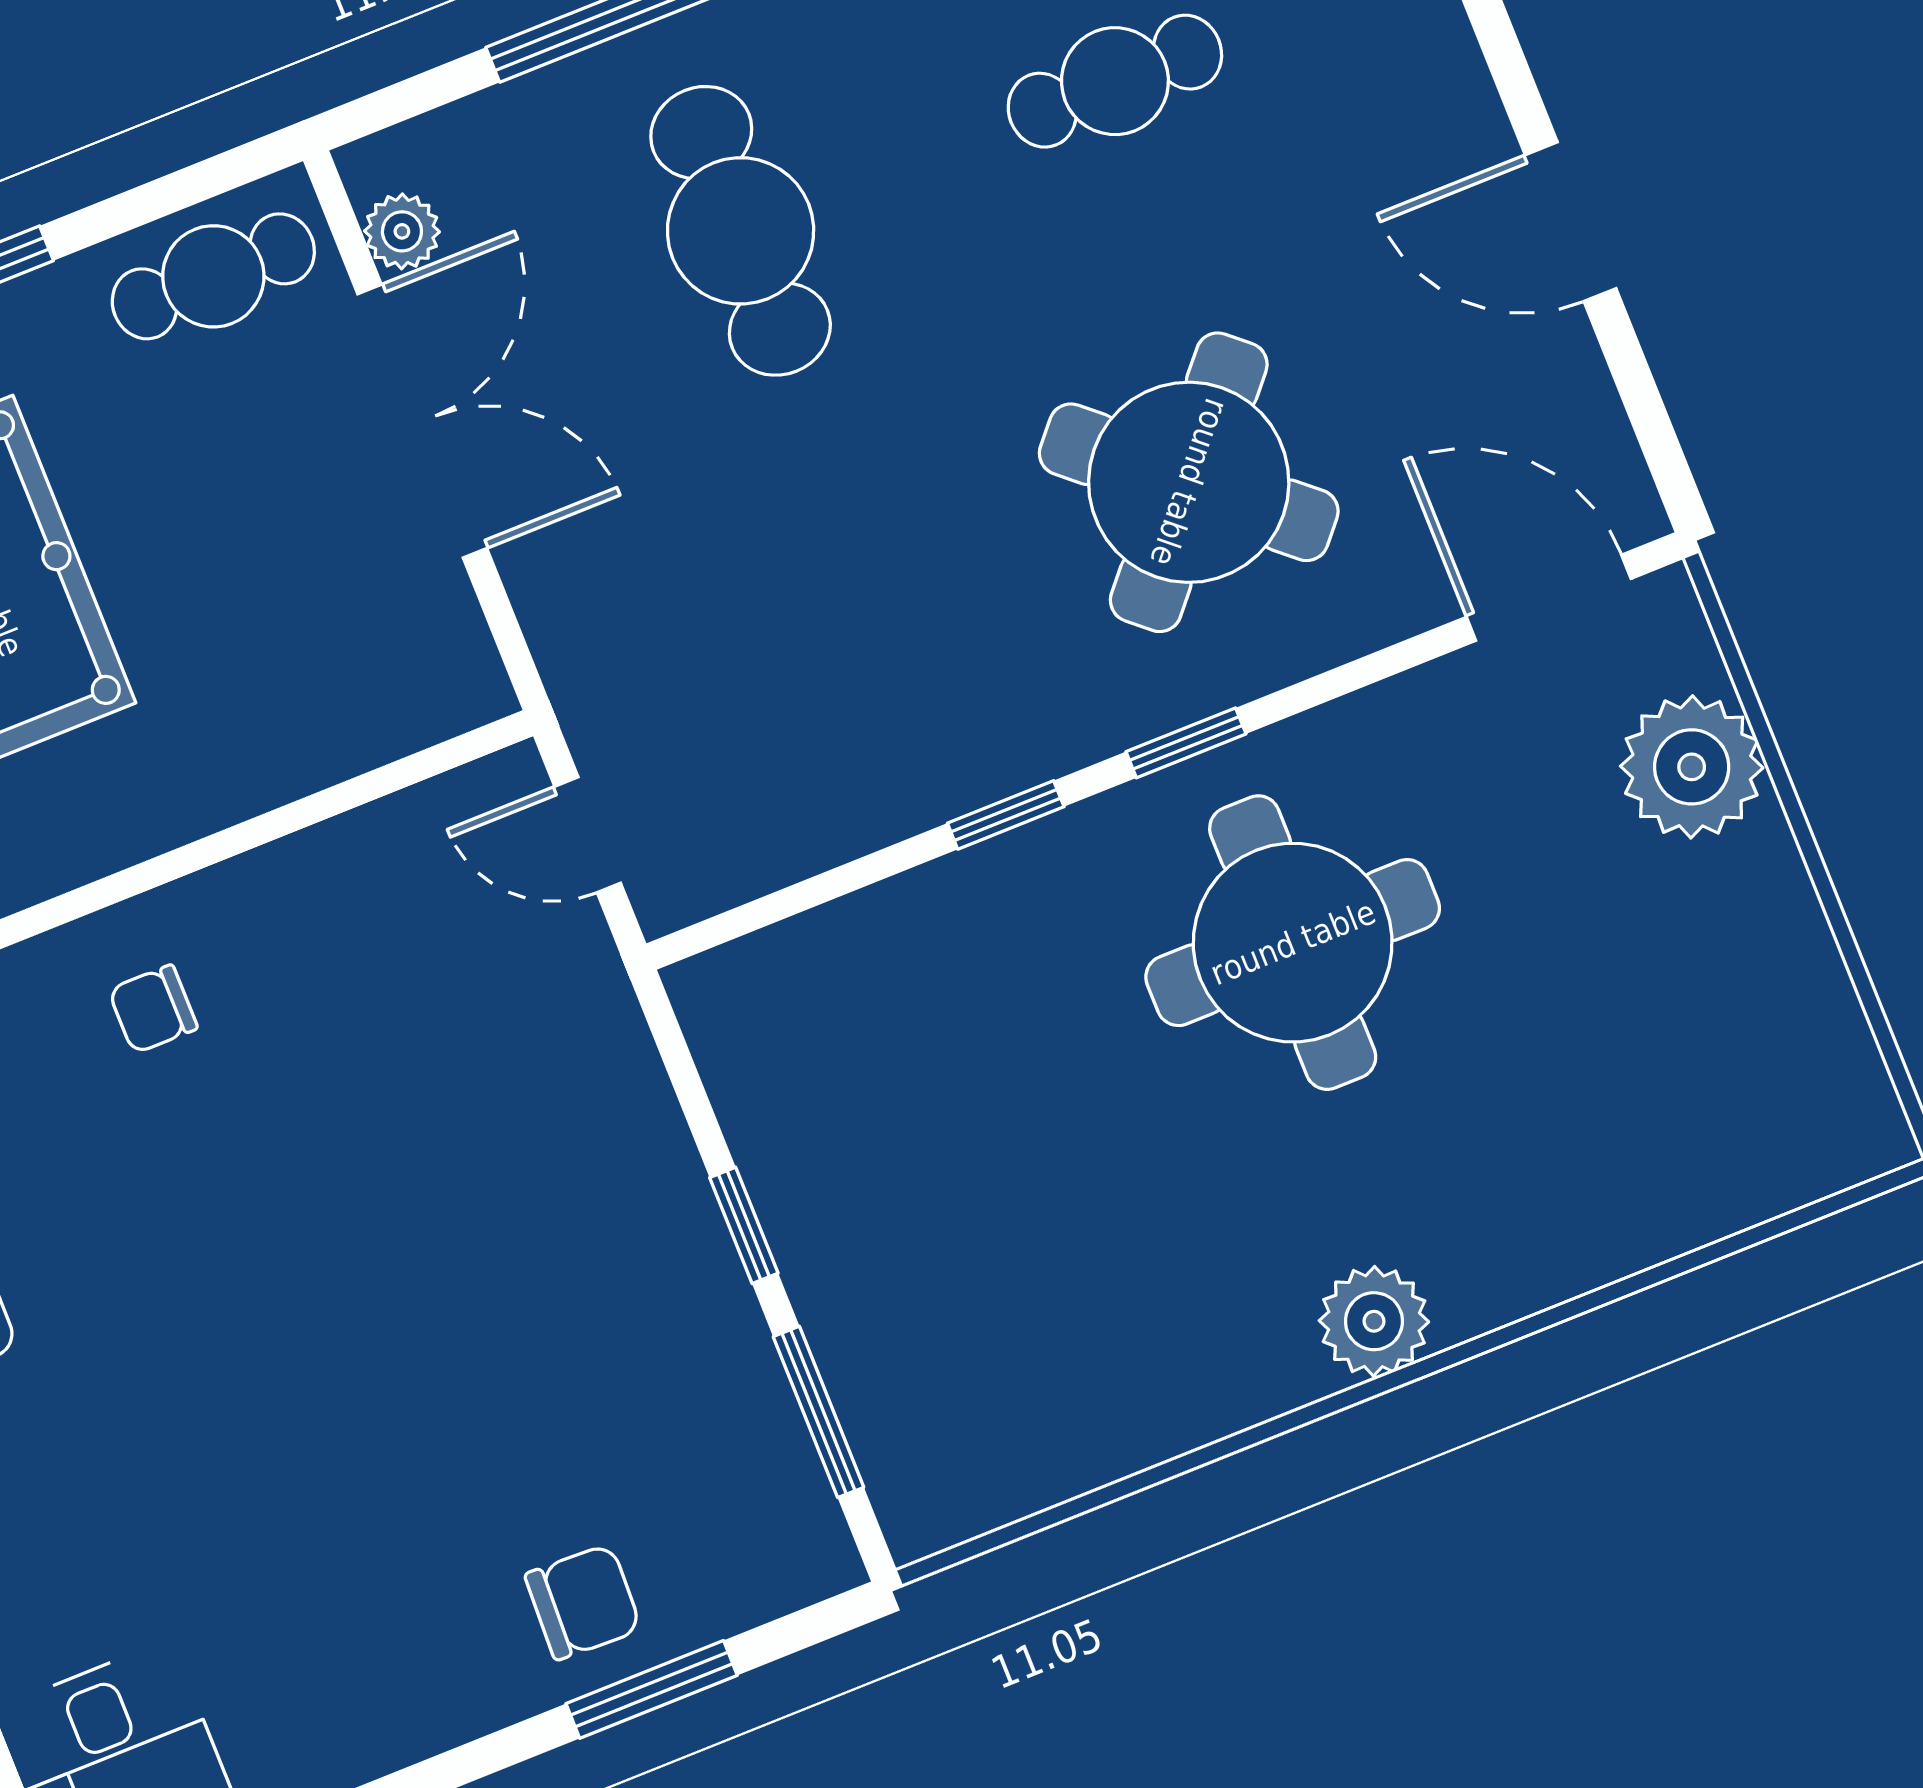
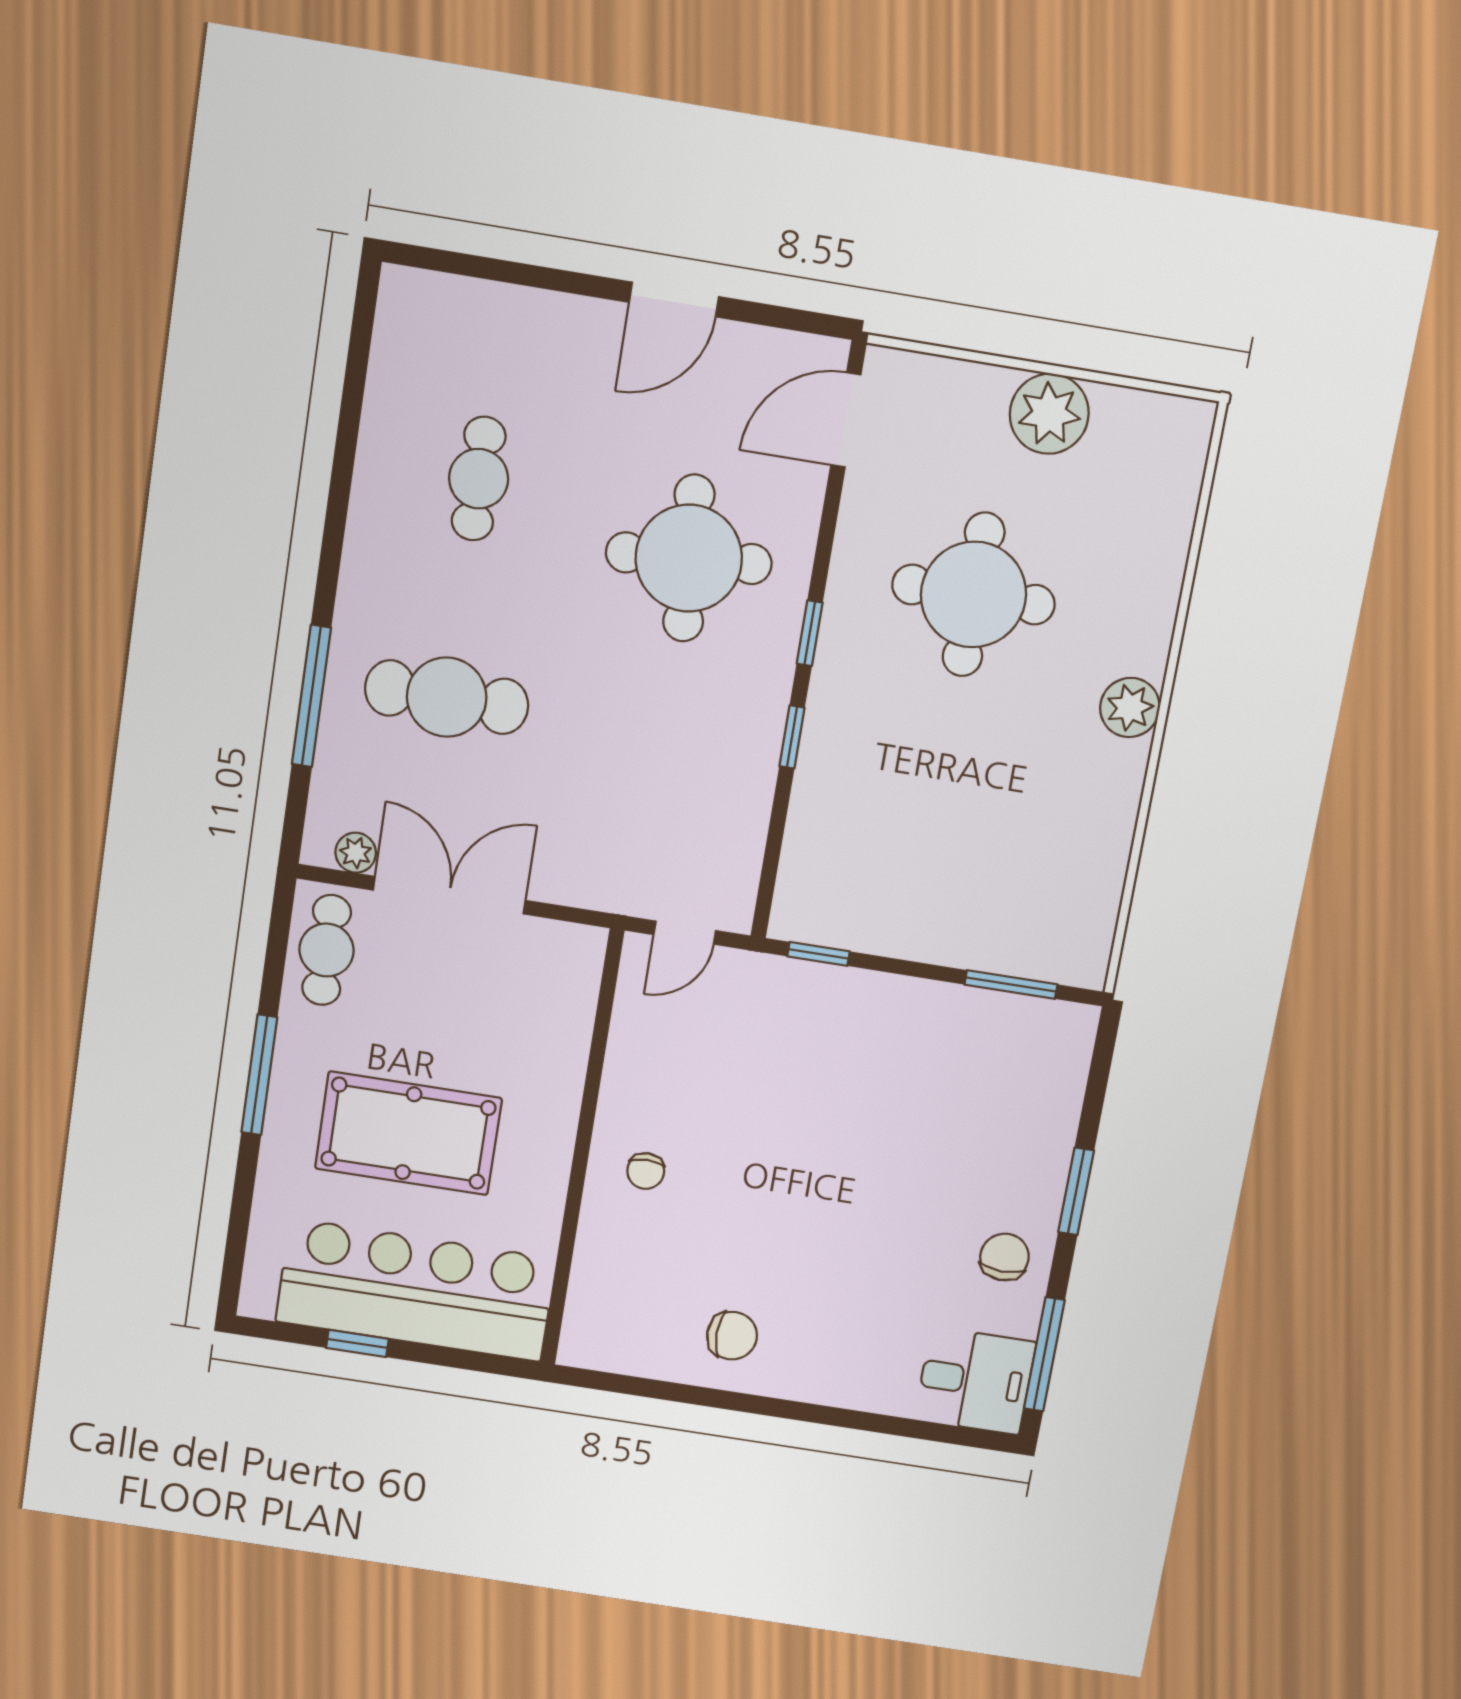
round table: (1189, 482) -> (689, 558), turned 45
plant: (1692, 767) -> (1049, 414), moved
round table: (1293, 943) -> (974, 595), moved
window: (744, 1225) -> (819, 954), moved
chair: (583, 1602) -> (1004, 1257), moved
window: (652, 1689) -> (1076, 1191), moved

